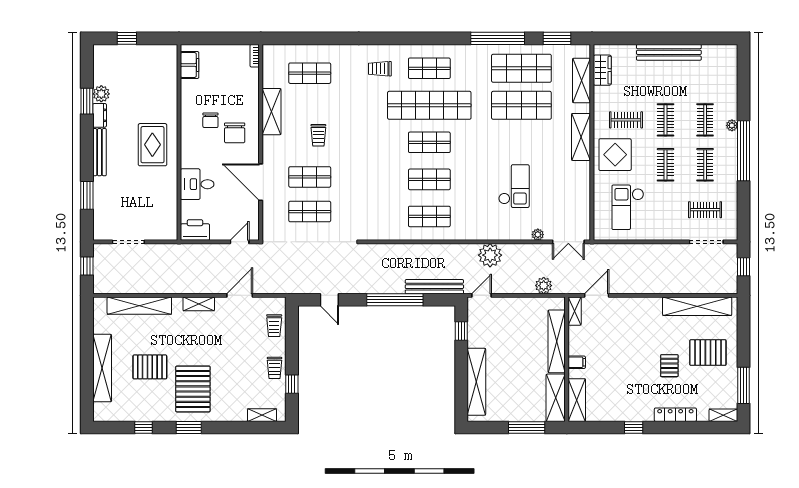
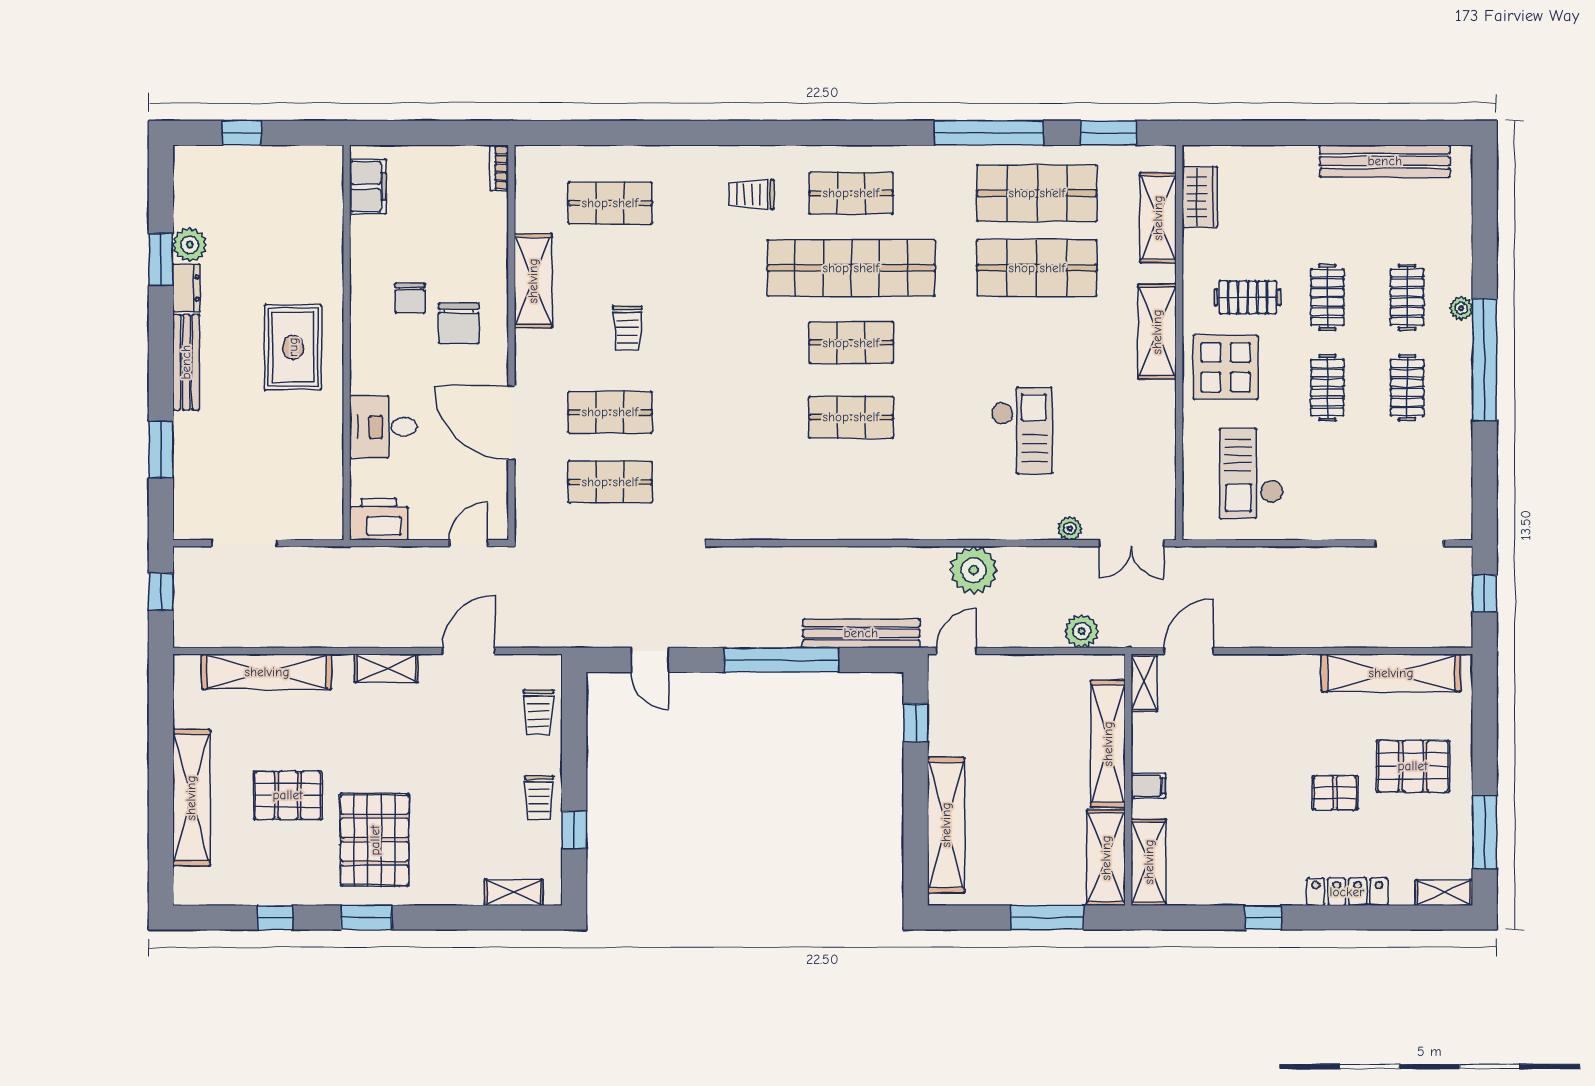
bench: (669, 52) -> (1385, 161), moved
clothes rail: (705, 210) -> (1407, 478), removed
shop shelf: (429, 216) -> (851, 492), removed
pallet: (669, 366) -> (1335, 793), turned 90

